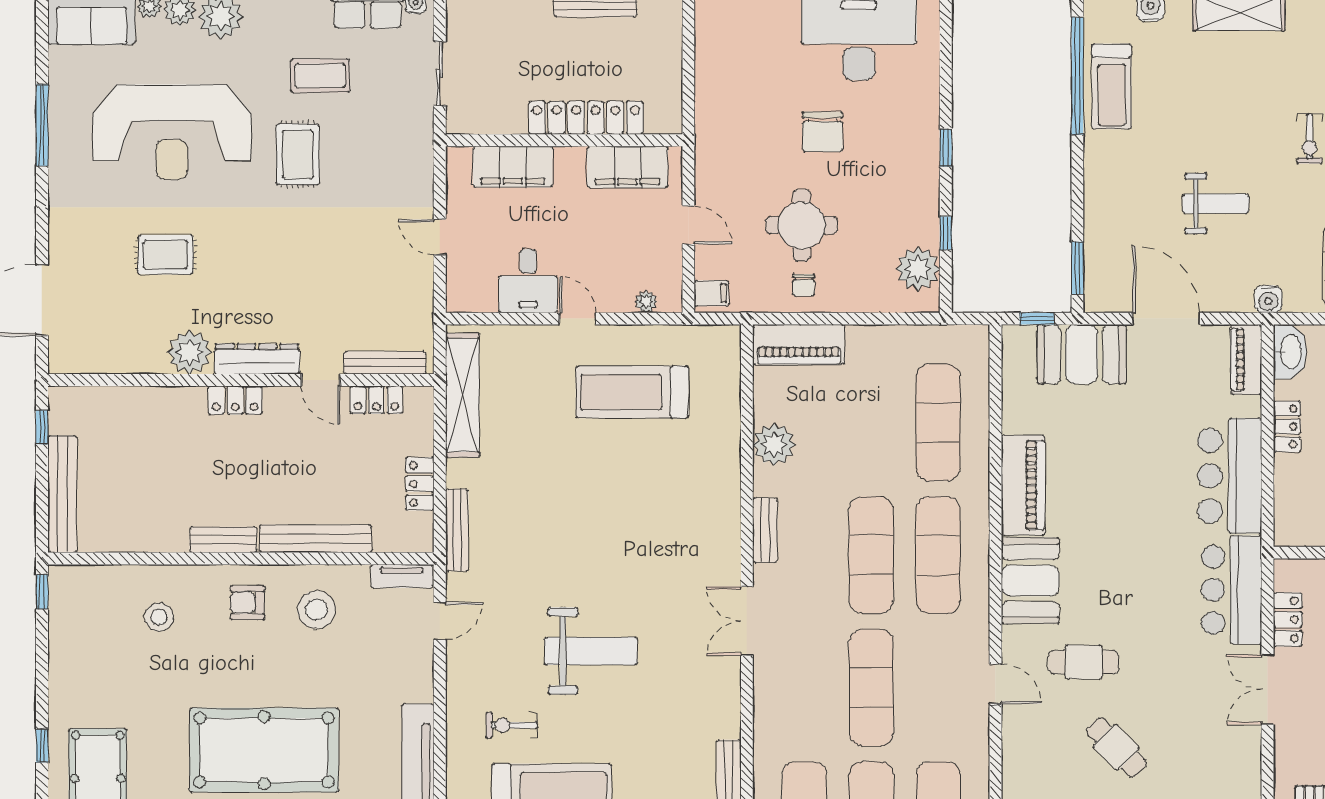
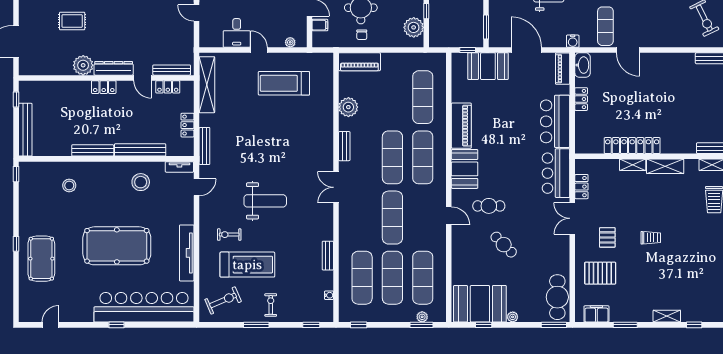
filing cabinet: (711, 293) -> (320, 25), moved
bench: (223, 540) -> (93, 150), width x1.36
armchair: (248, 603) -> (109, 179), removed

